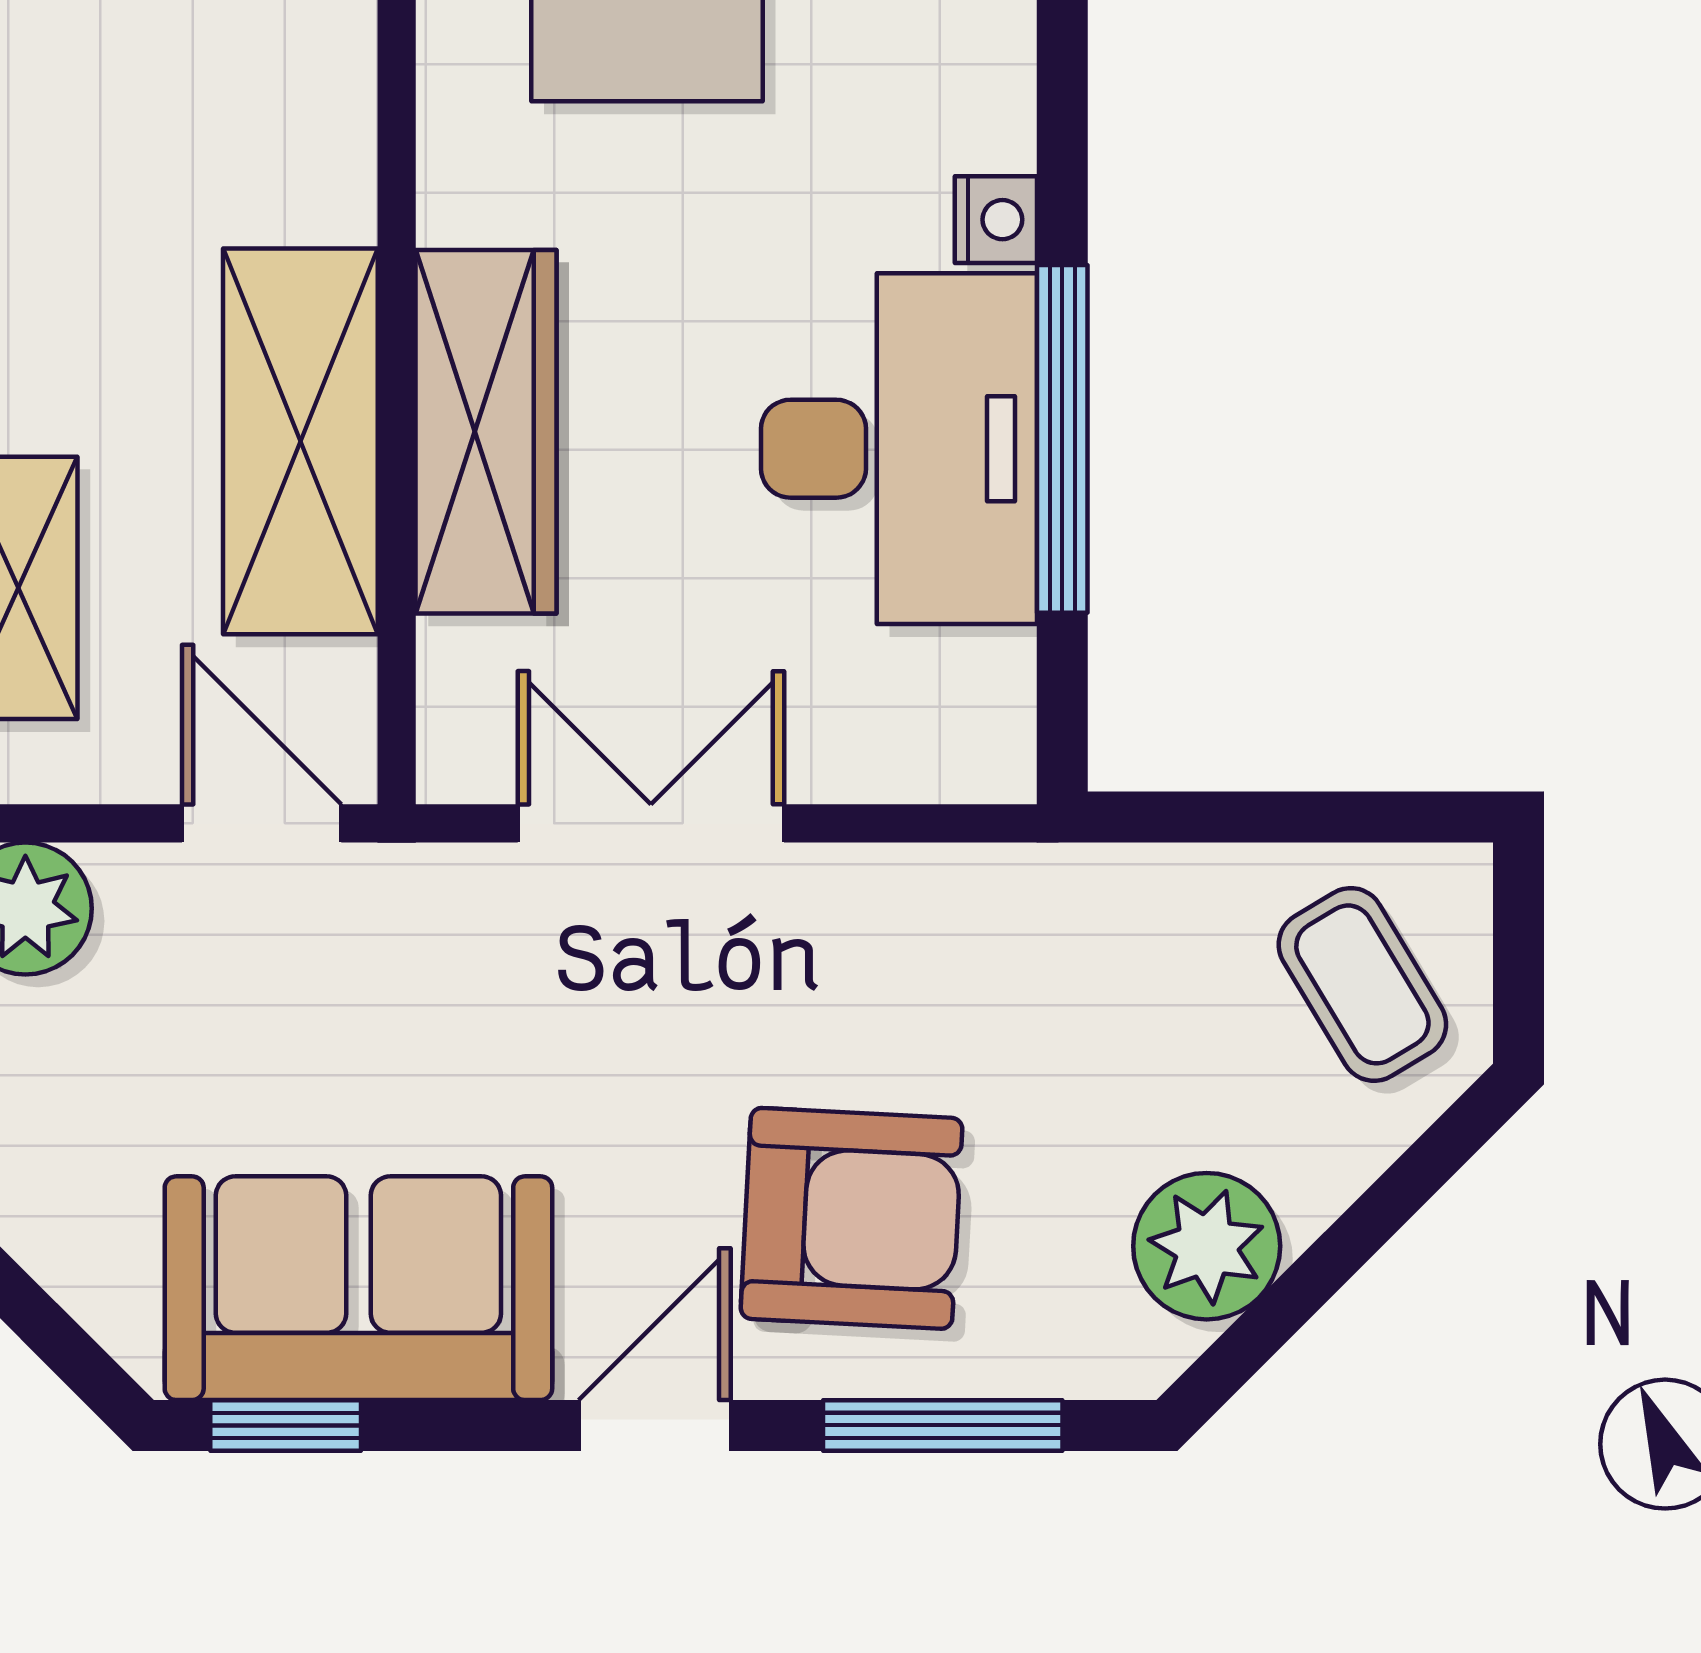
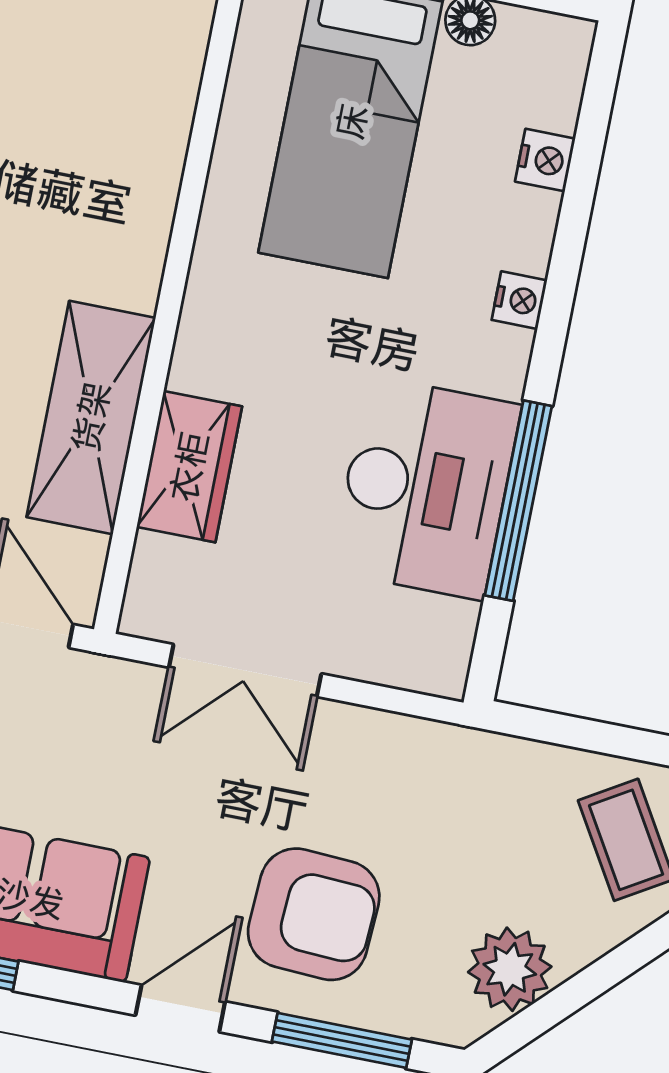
nightstand: (996, 220) -> (519, 300), moved
wardrobe: (486, 432) -> (189, 467), width x0.67
double door: (651, 823) -> (245, 671), swing flipped

